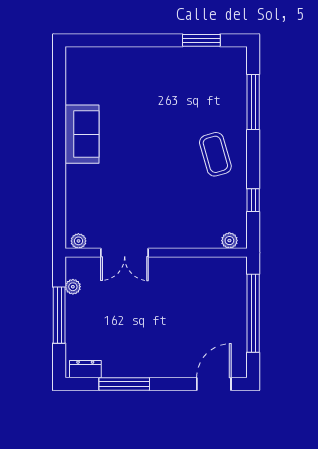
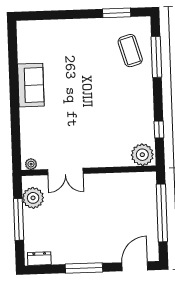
coffee table: (215, 154) -> (130, 51), moved
plant: (229, 241) -> (142, 155), width x1.88, depth x1.88
plant: (73, 287) -> (33, 198), width x1.88, depth x1.88
window: (124, 384) -> (84, 268), moved

